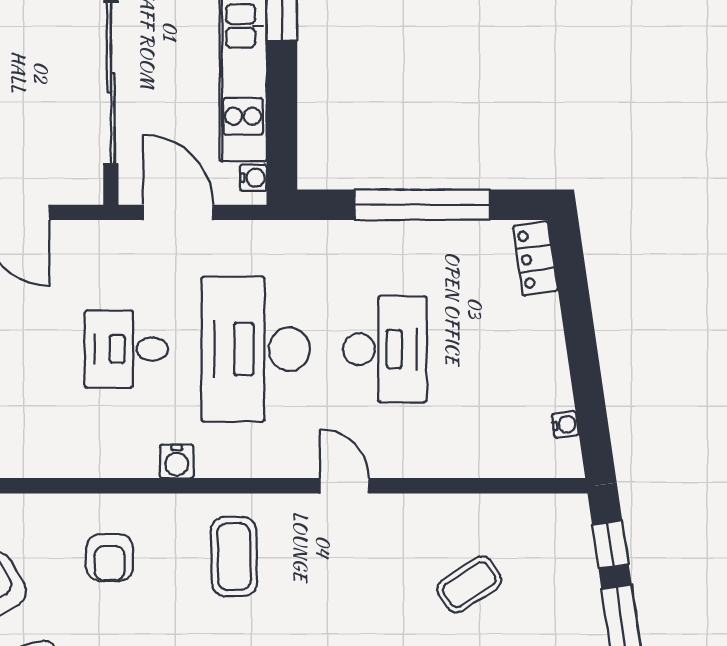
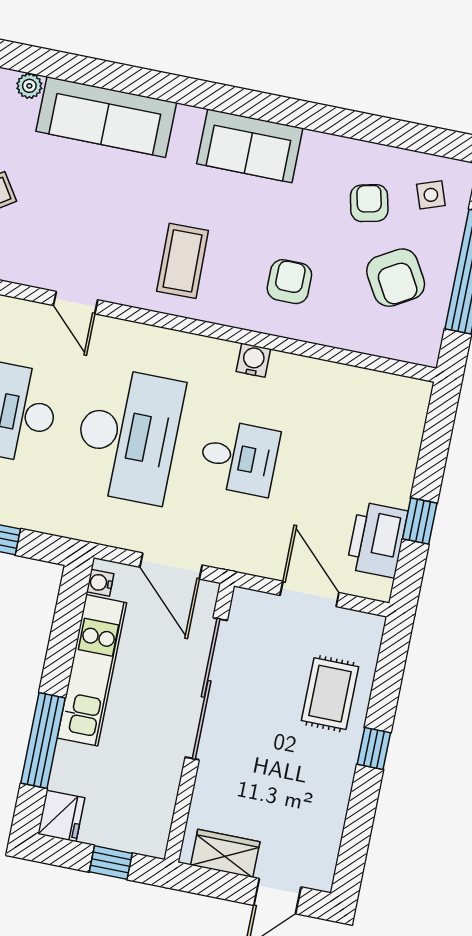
water cooler: (177, 461) -> (253, 360), moved

